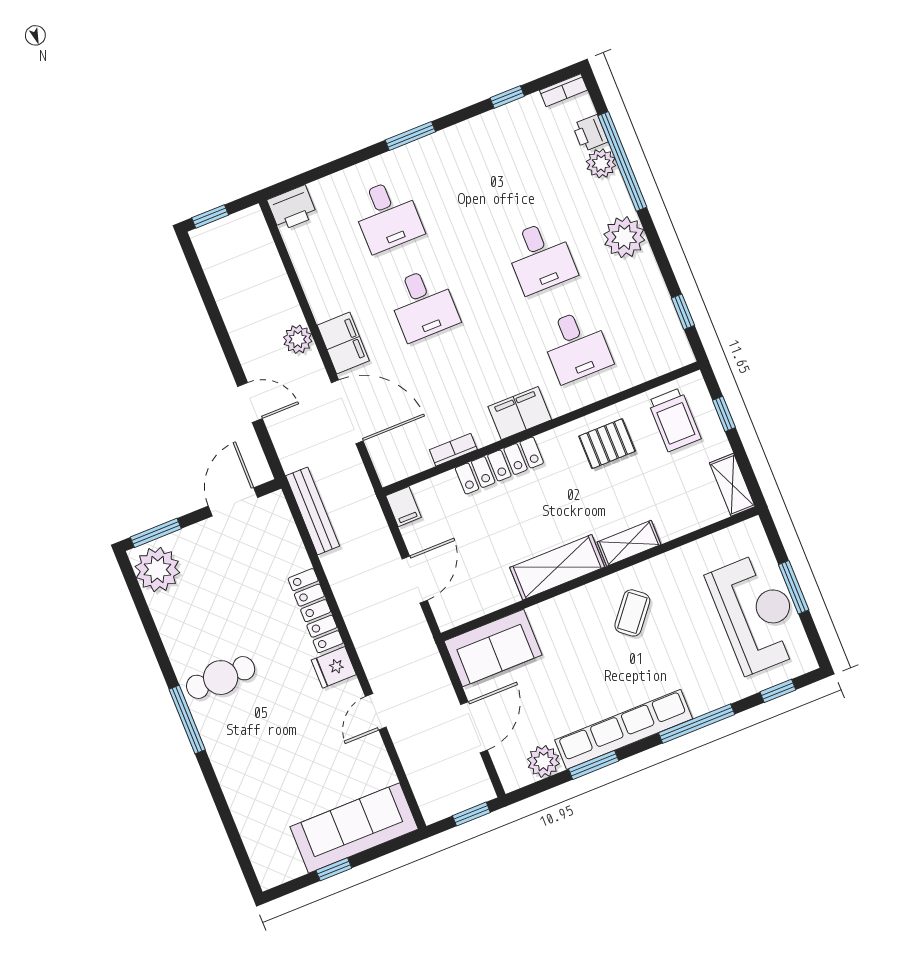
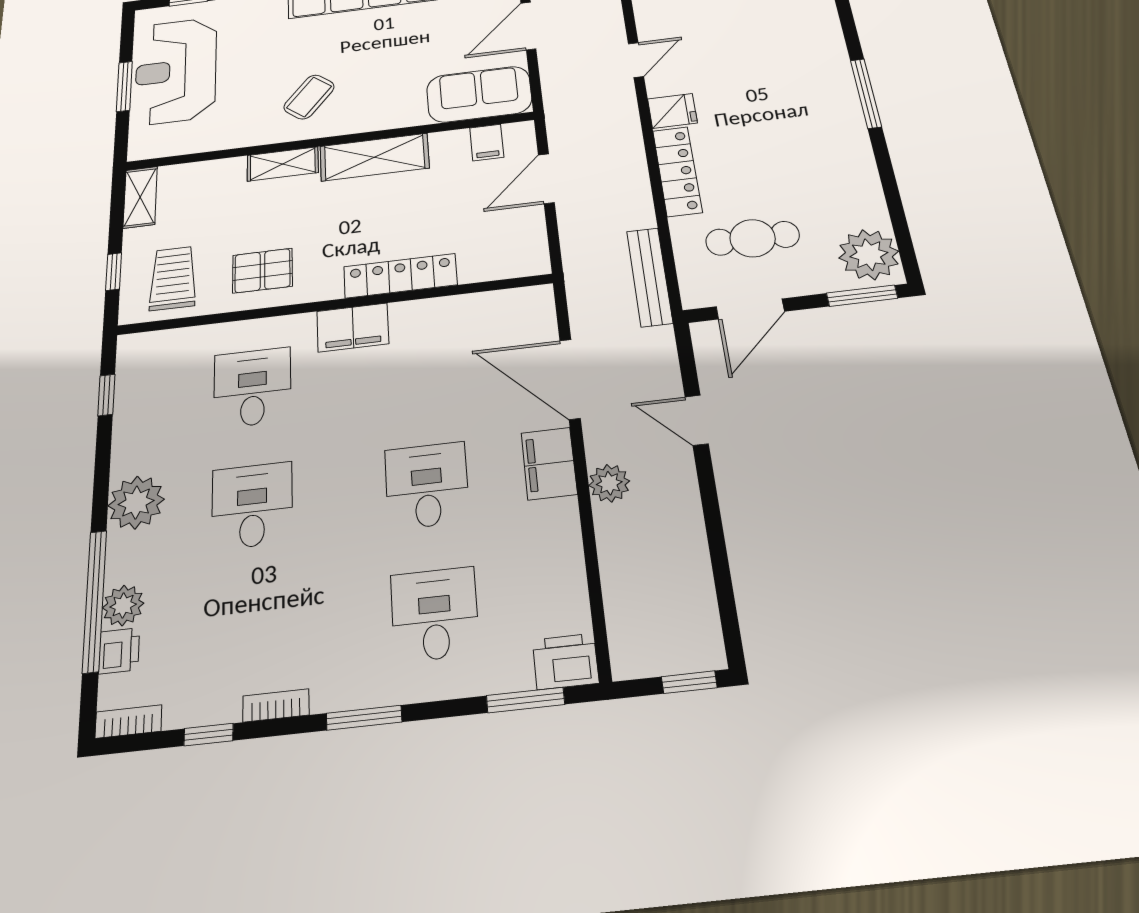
window: (311, 176) -> (525, 700), added
bookcase: (453, 450) -> (276, 705), moved, turned 180
filing cabinet: (404, 507) -> (487, 142), moved, turned 180
cafe table: (221, 678) -> (753, 238), moved

